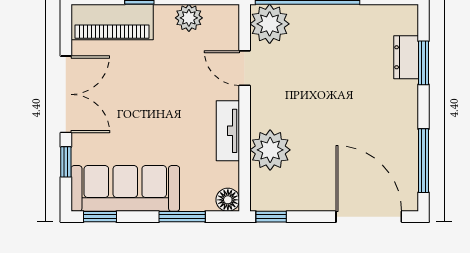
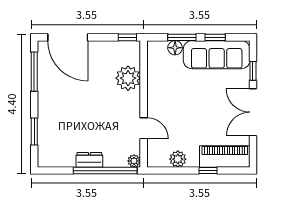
plant: (270, 24) -> (134, 161), width x0.53, depth x0.53
dresser: (406, 57) -> (89, 160), moved, turned -90
tv unit: (228, 131) -> (154, 90), removed
floor lamp: (228, 200) -> (175, 48), moved
window: (100, 217) -> (215, 37), moved

